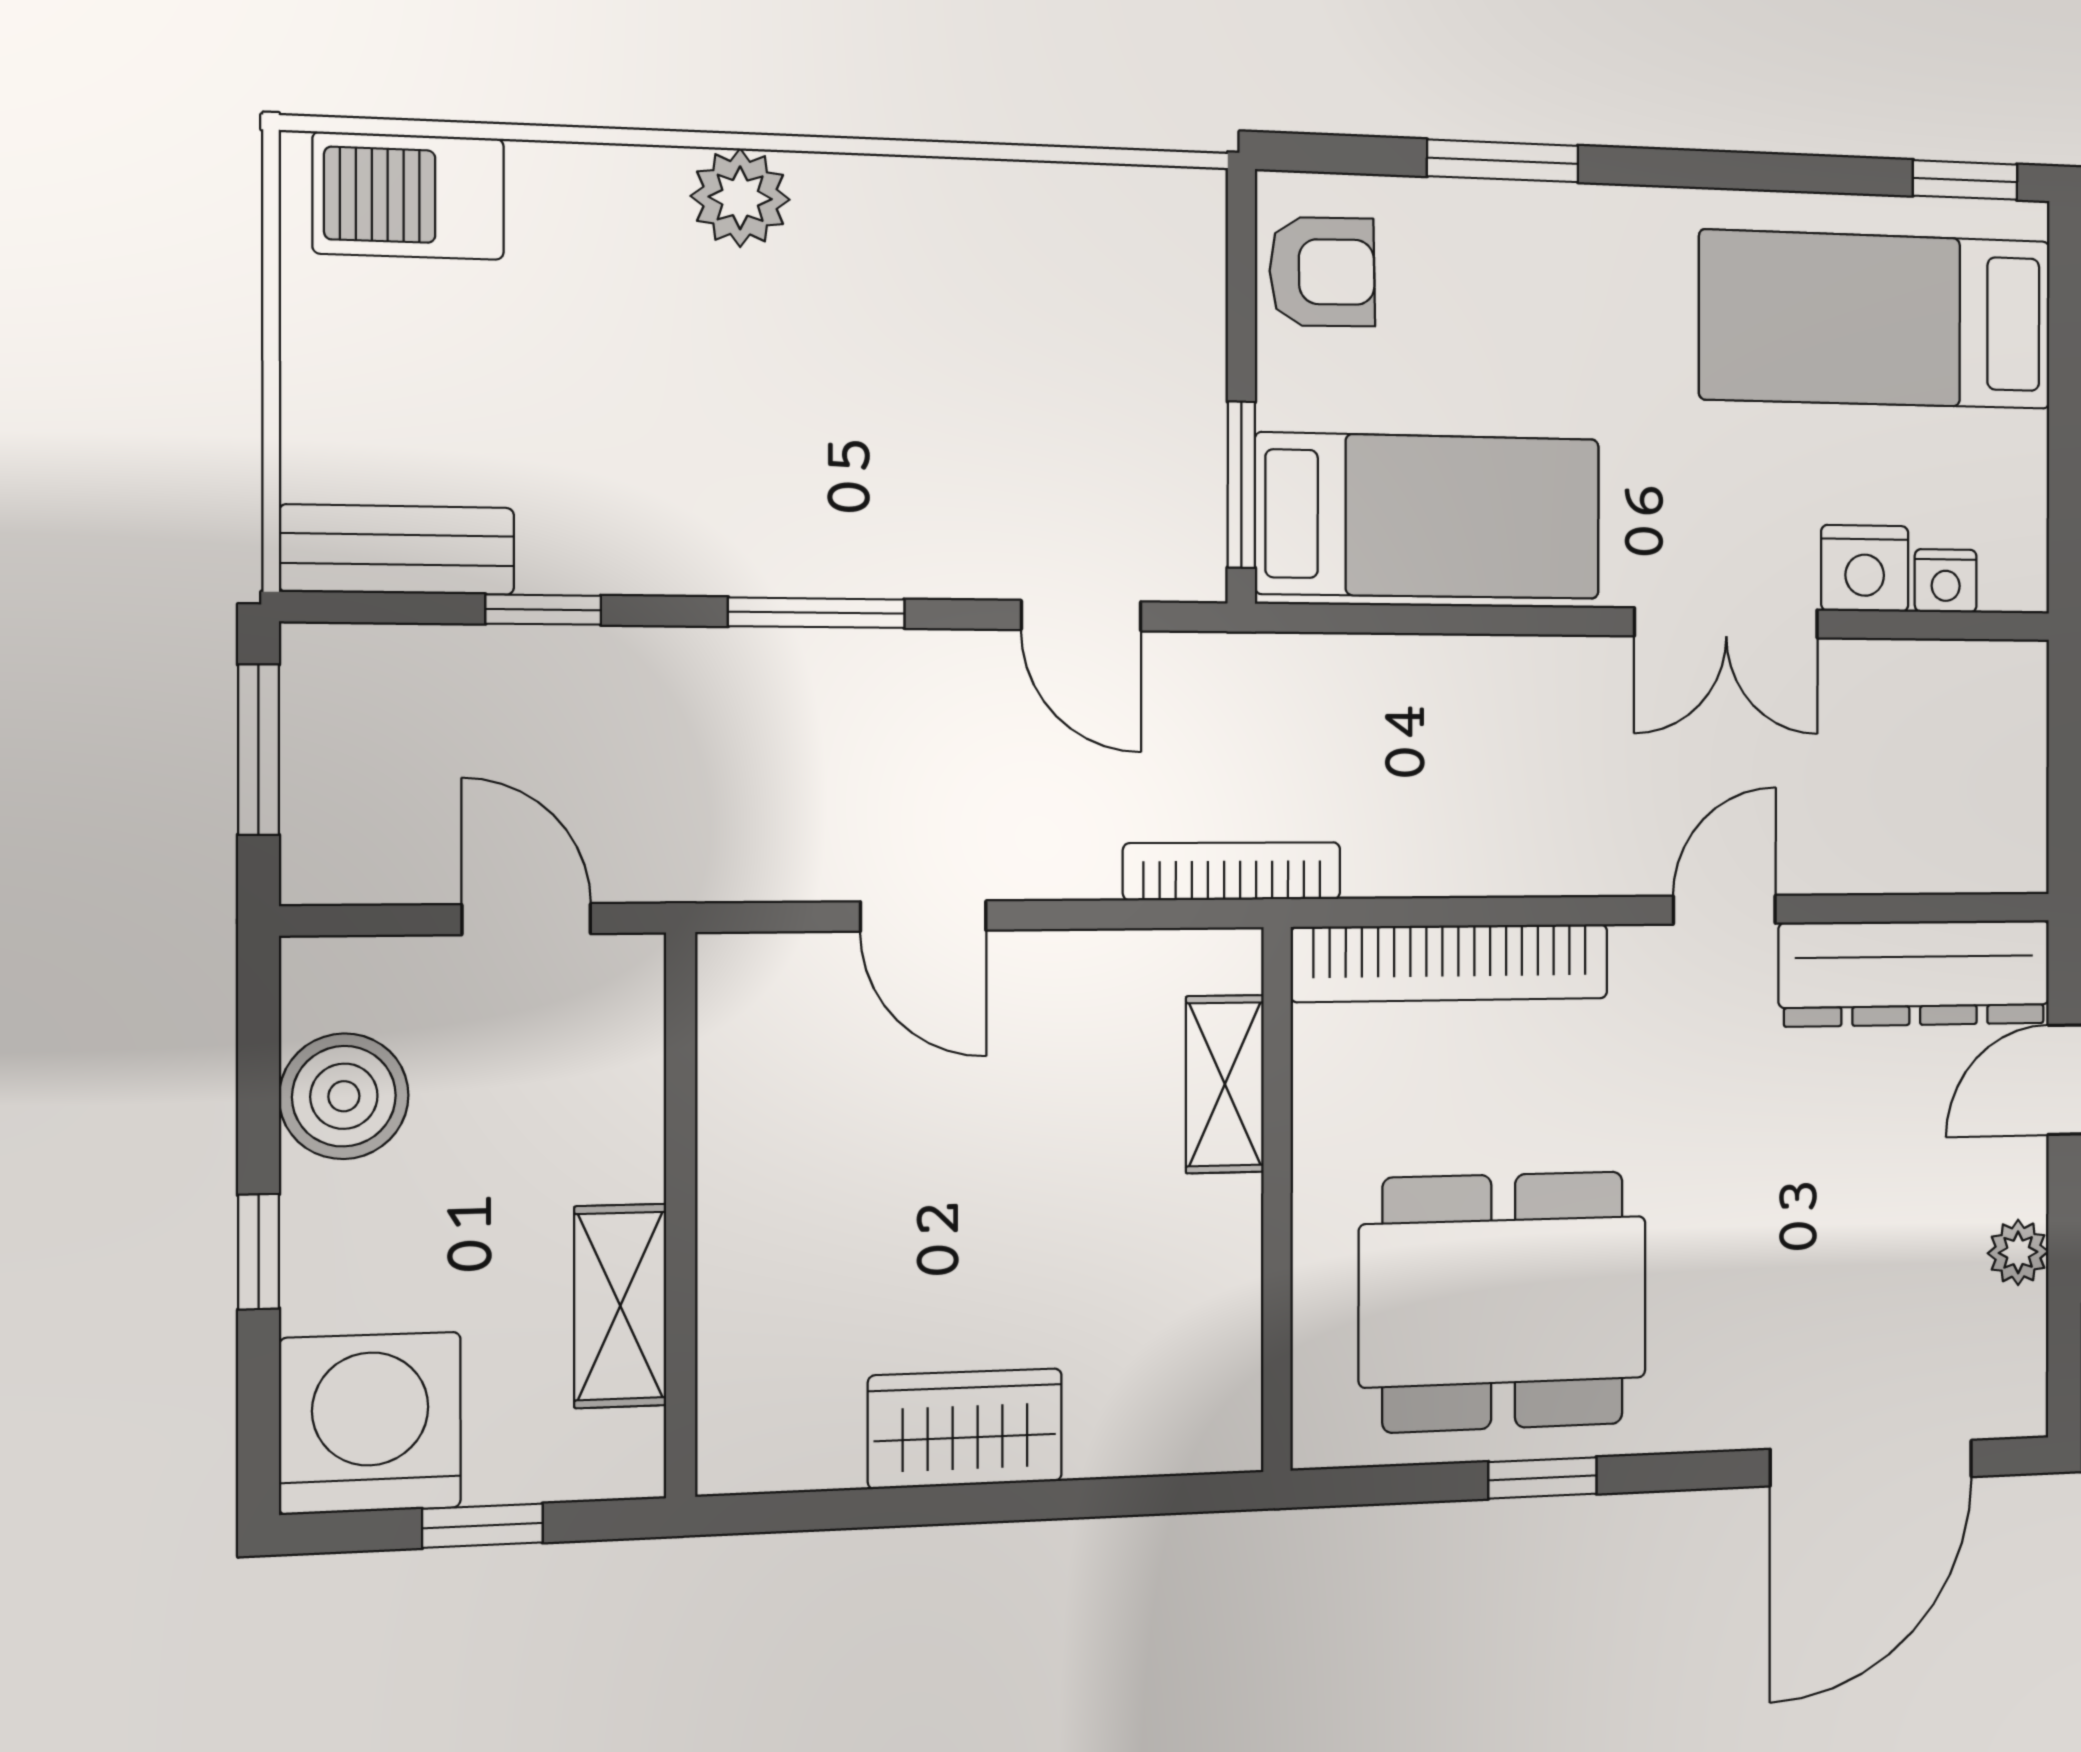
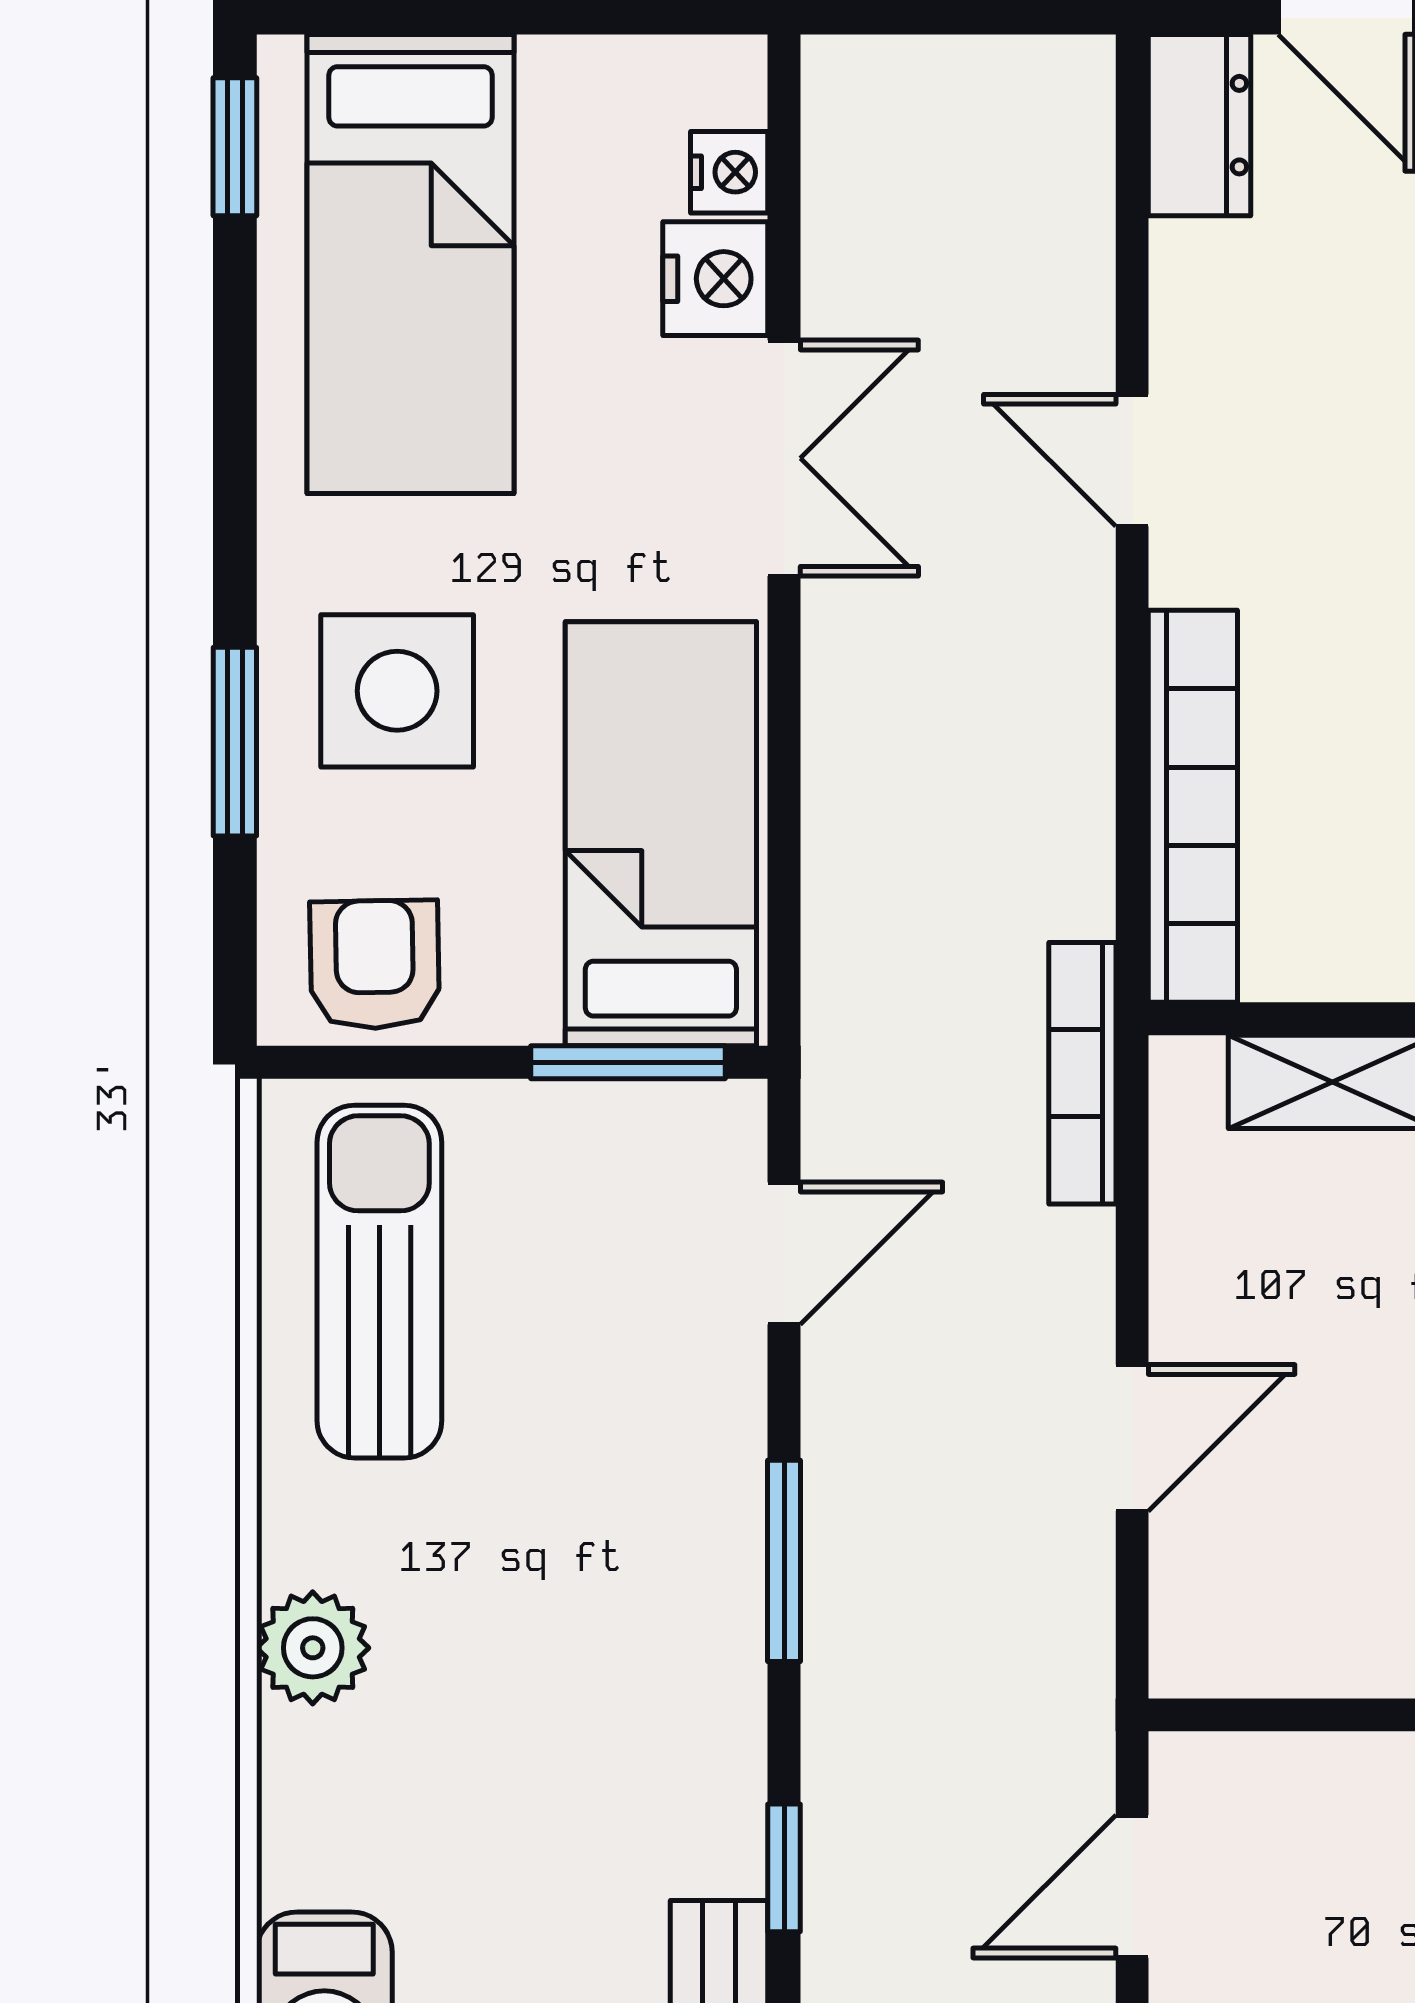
sun lounger: (1057, 267) -> (379, 1282), added
side table: (1543, 298) -> (397, 691), added
dresser: (1915, 973) -> (1200, 125), width x0.51, depth x0.80

